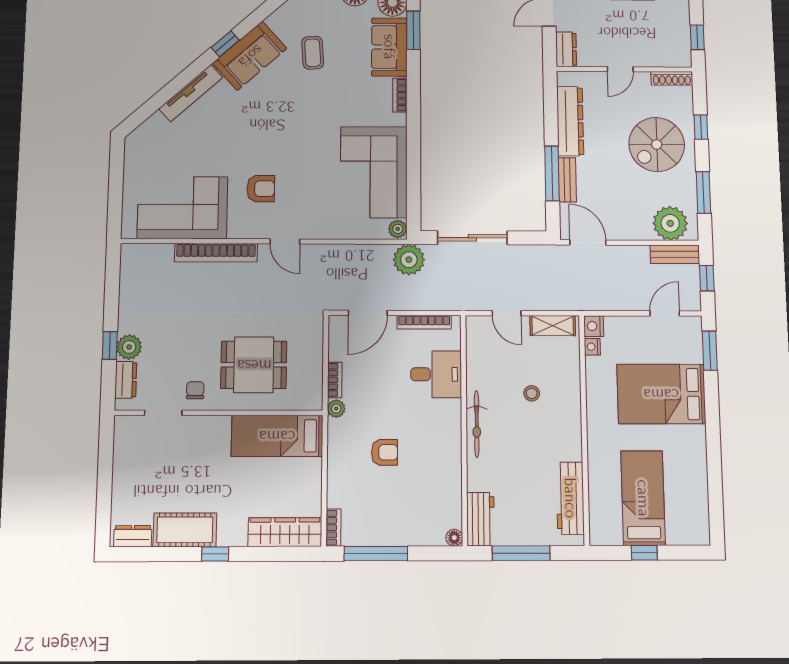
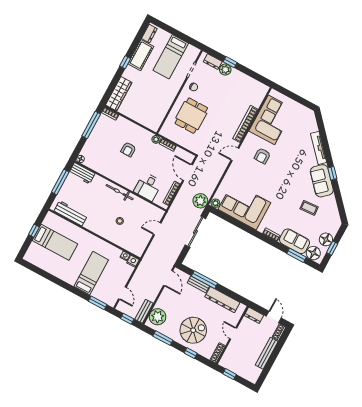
spiral stairs: (657, 144) -> (193, 330), turned 90
door: (588, 243) -> (168, 278), hinge flipped
shelving: (553, 326) -> (142, 245), removed
bed: (661, 394) -> (91, 273), width x0.67
bed: (277, 436) -> (171, 57), moved, turned 180

